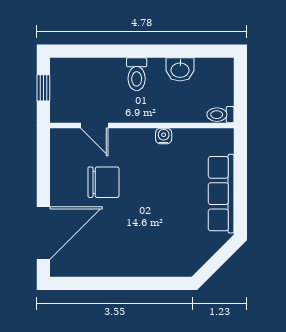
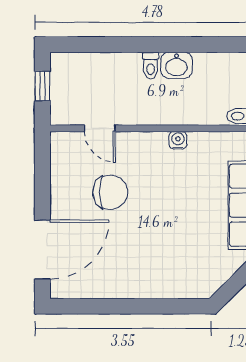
washbasin: (180, 69) -> (176, 65), moved
toilet: (137, 74) -> (151, 65), width x0.73, depth x0.72

